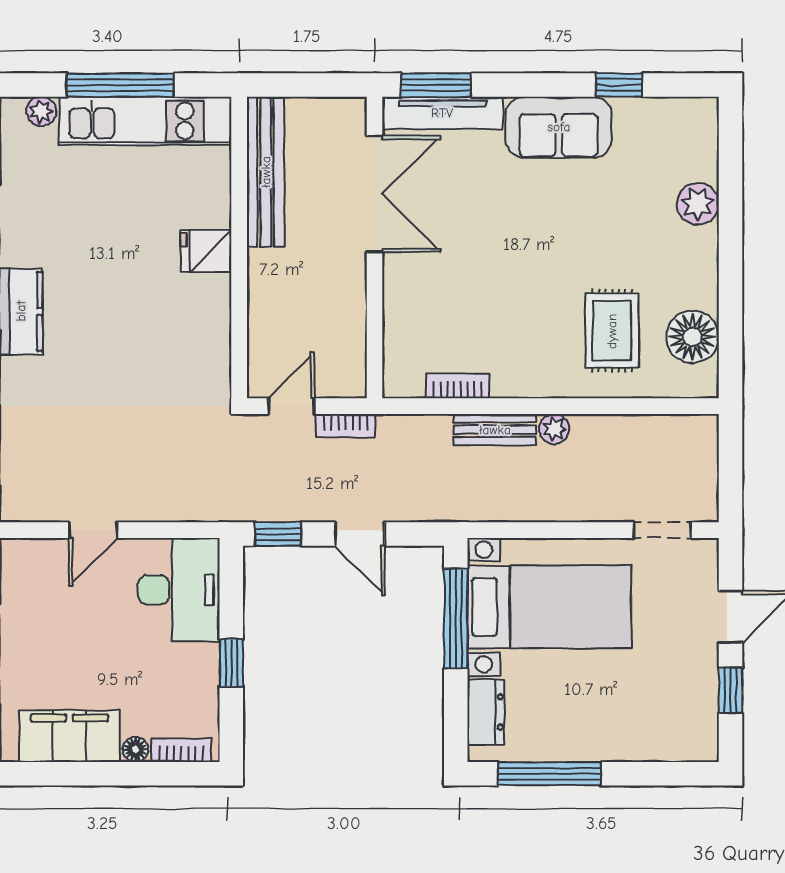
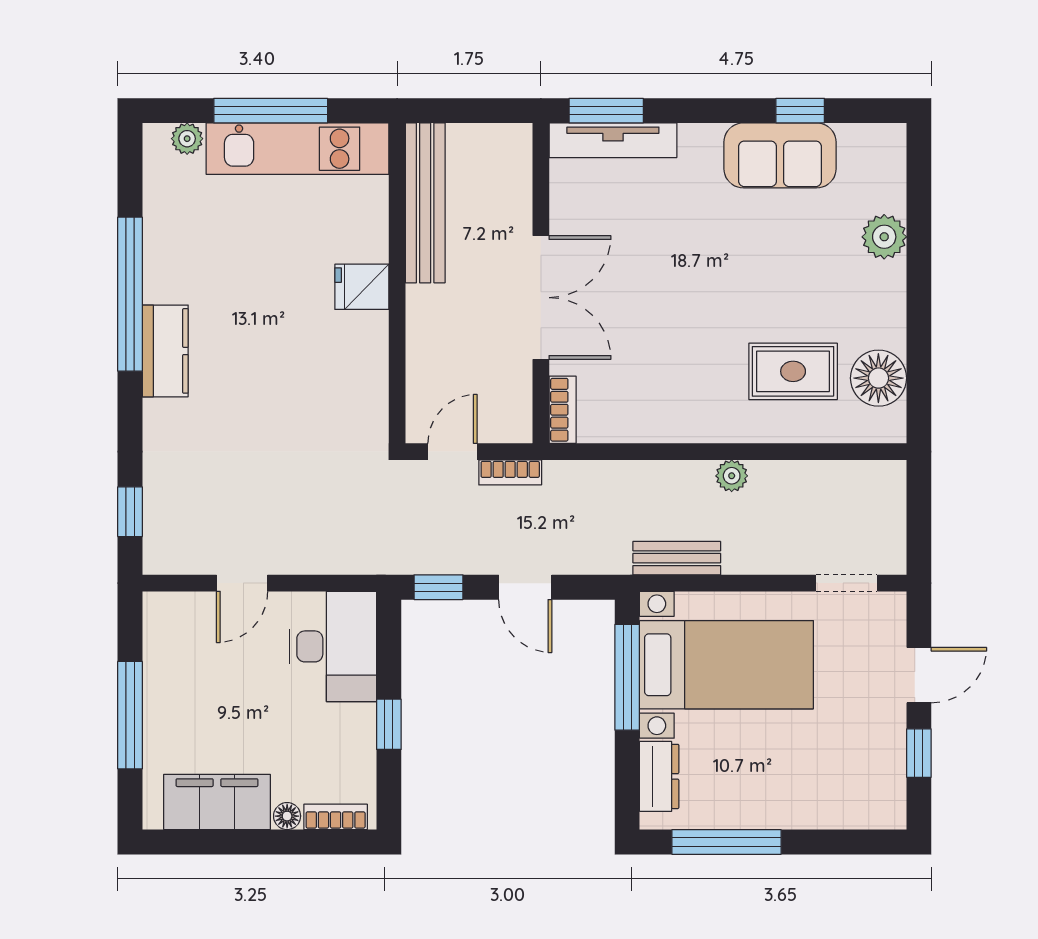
sofa: (559, 127) -> (780, 155), moved
double door: (374, 194) -> (541, 298), moved
rug: (612, 331) -> (793, 371), turned 90
bookcase: (458, 386) -> (563, 410), moved, turned 90
bench: (495, 430) -> (677, 558), moved

